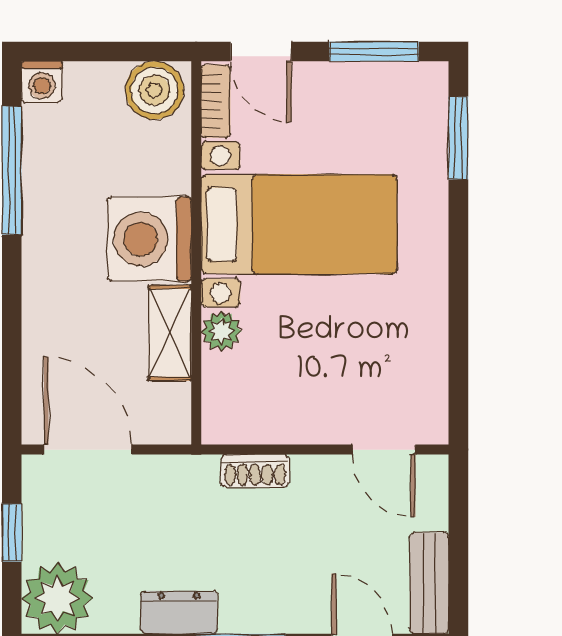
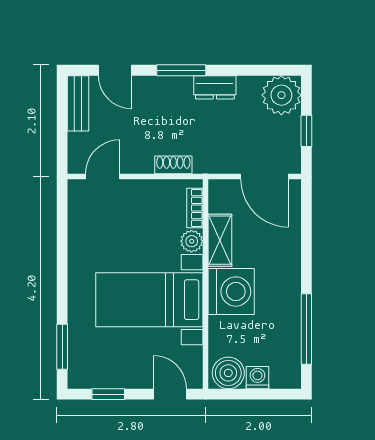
window: (374, 52) -> (108, 394), width x0.67
washing machine: (42, 82) -> (257, 378), moved
bookcase: (216, 101) -> (195, 208), moved
door: (384, 450) -> (103, 176), hinge flipped

